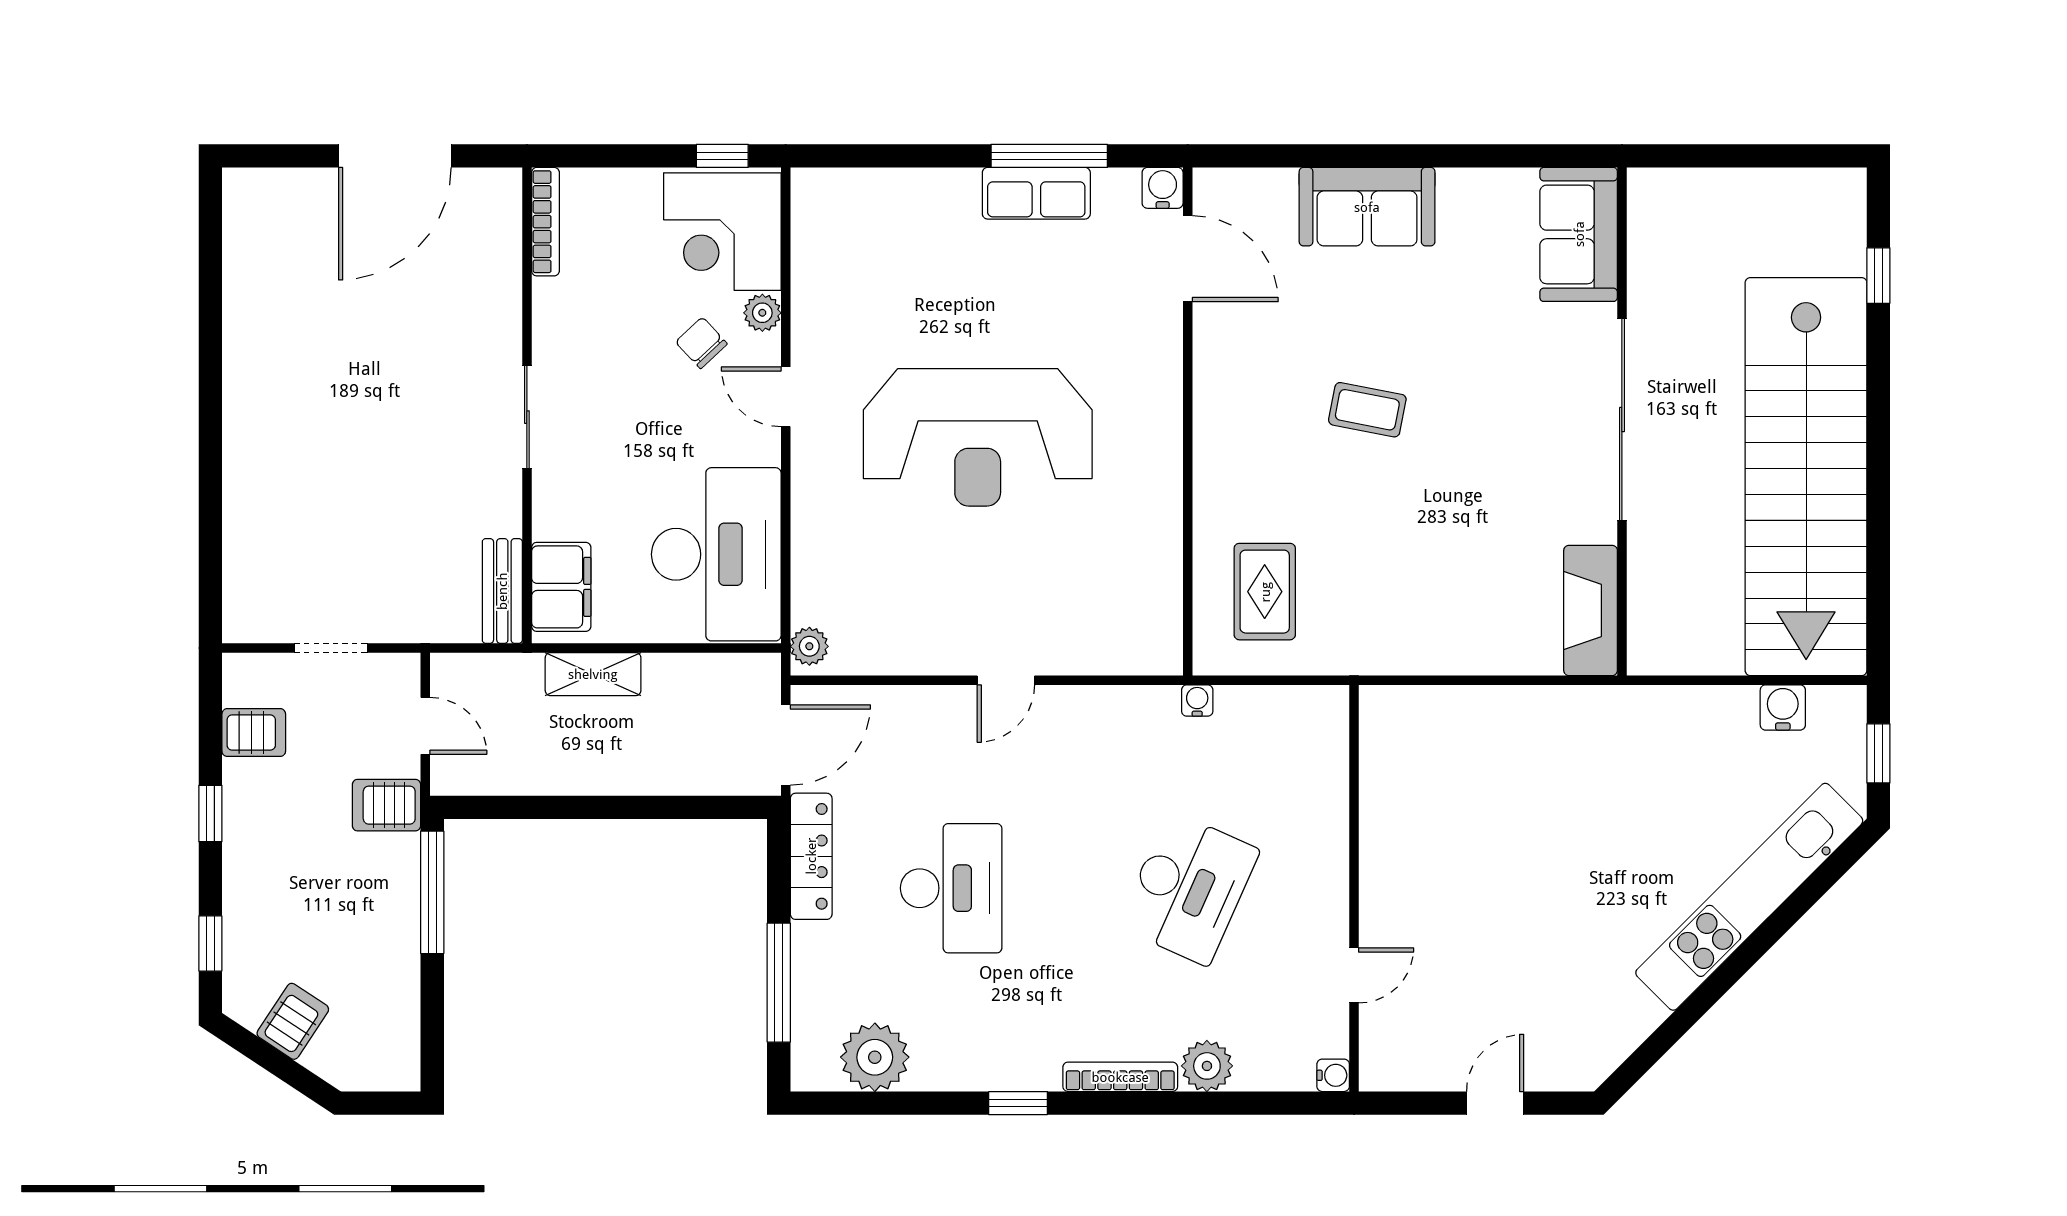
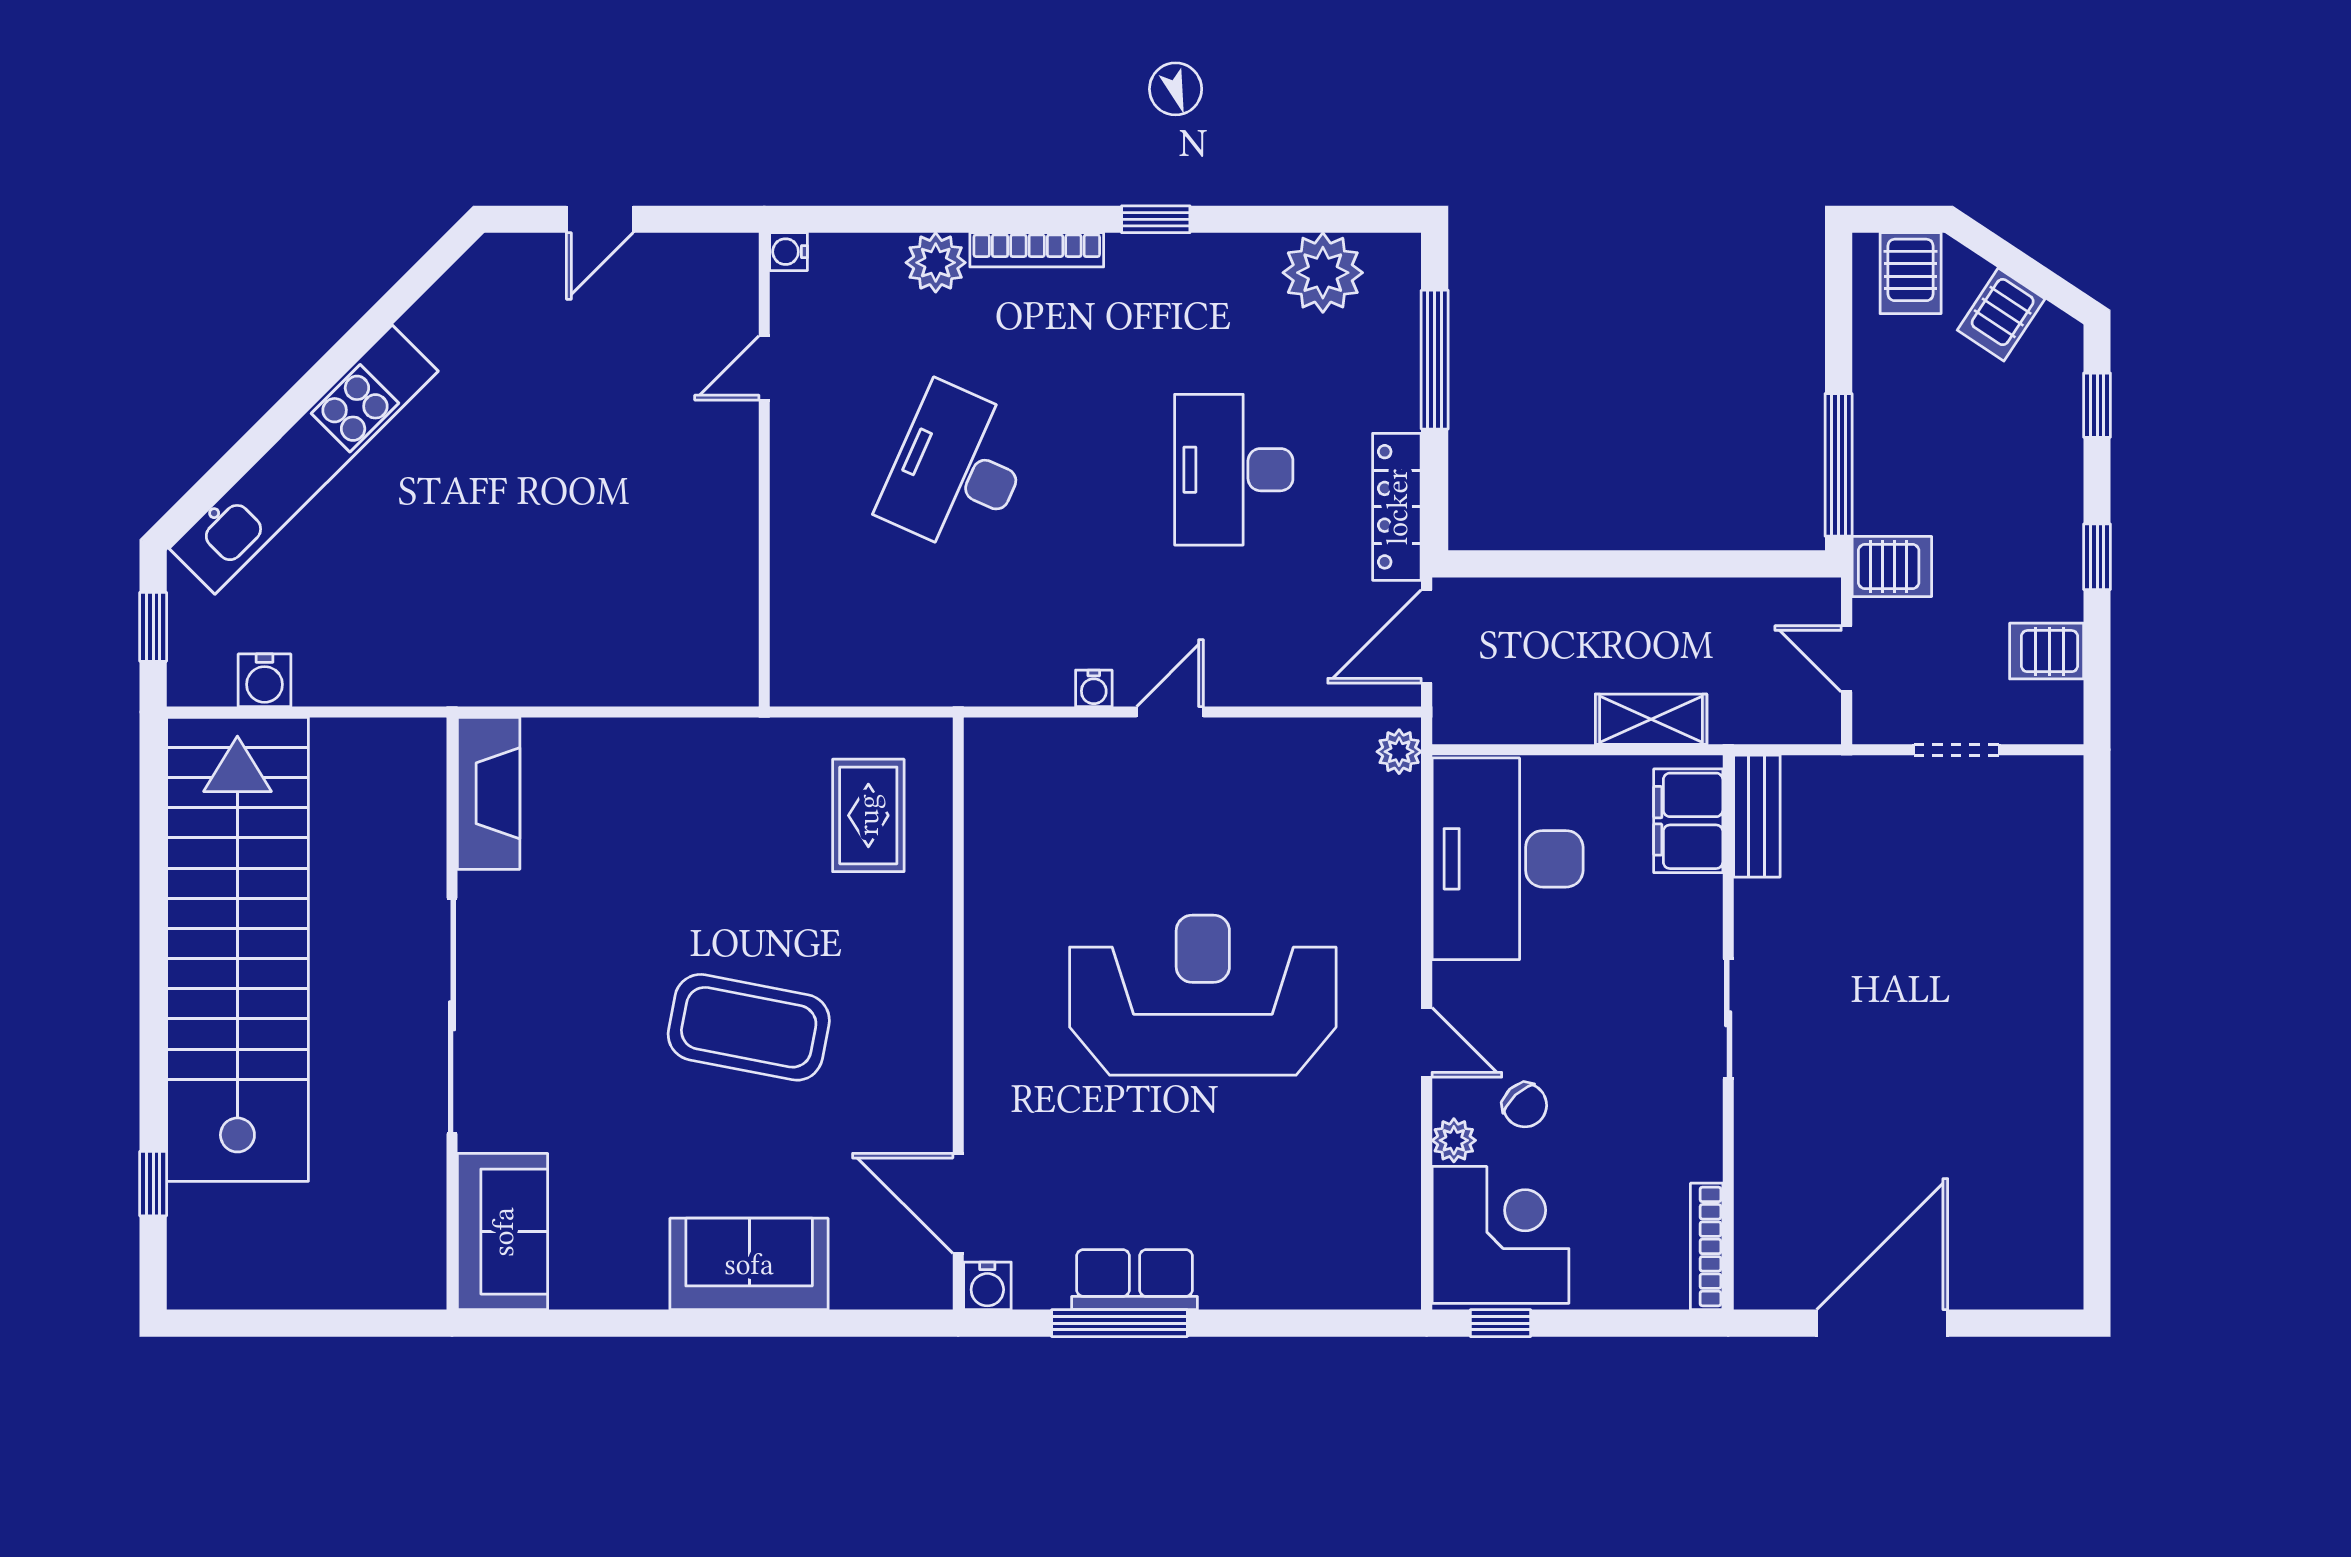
coffee table: (1367, 410) -> (749, 1027), width x1.86, depth x1.72
water cooler: (1197, 701) -> (1094, 688), moved
server rack: (370, 1057) -> (1911, 273), added

